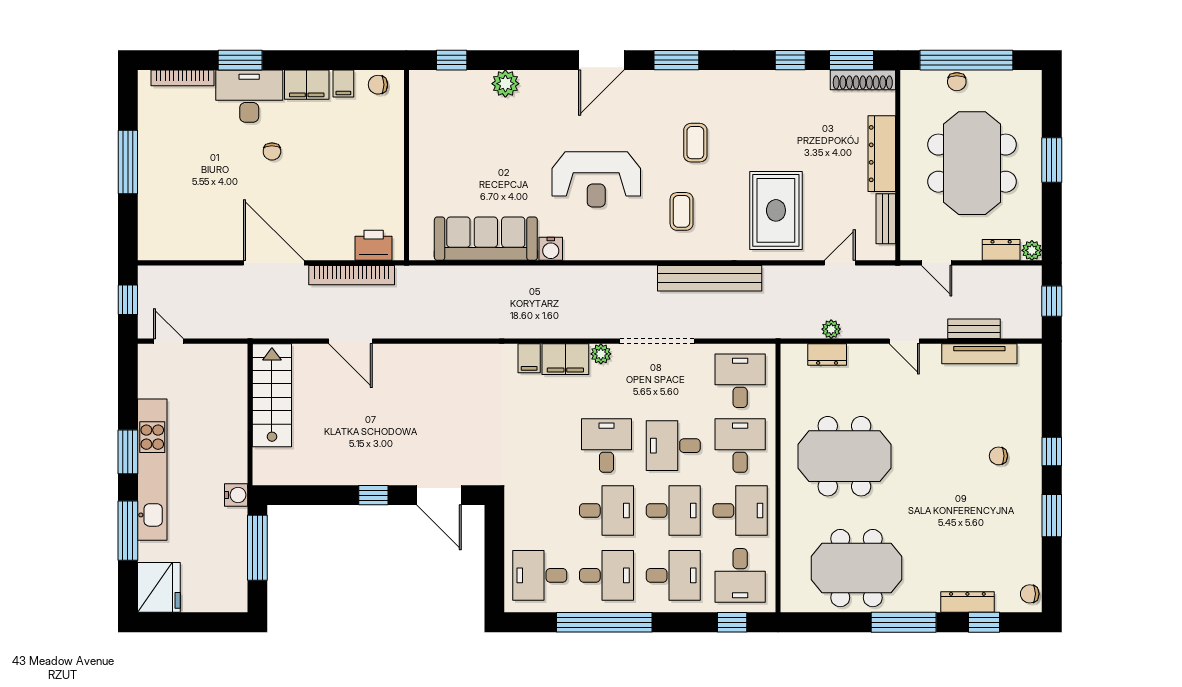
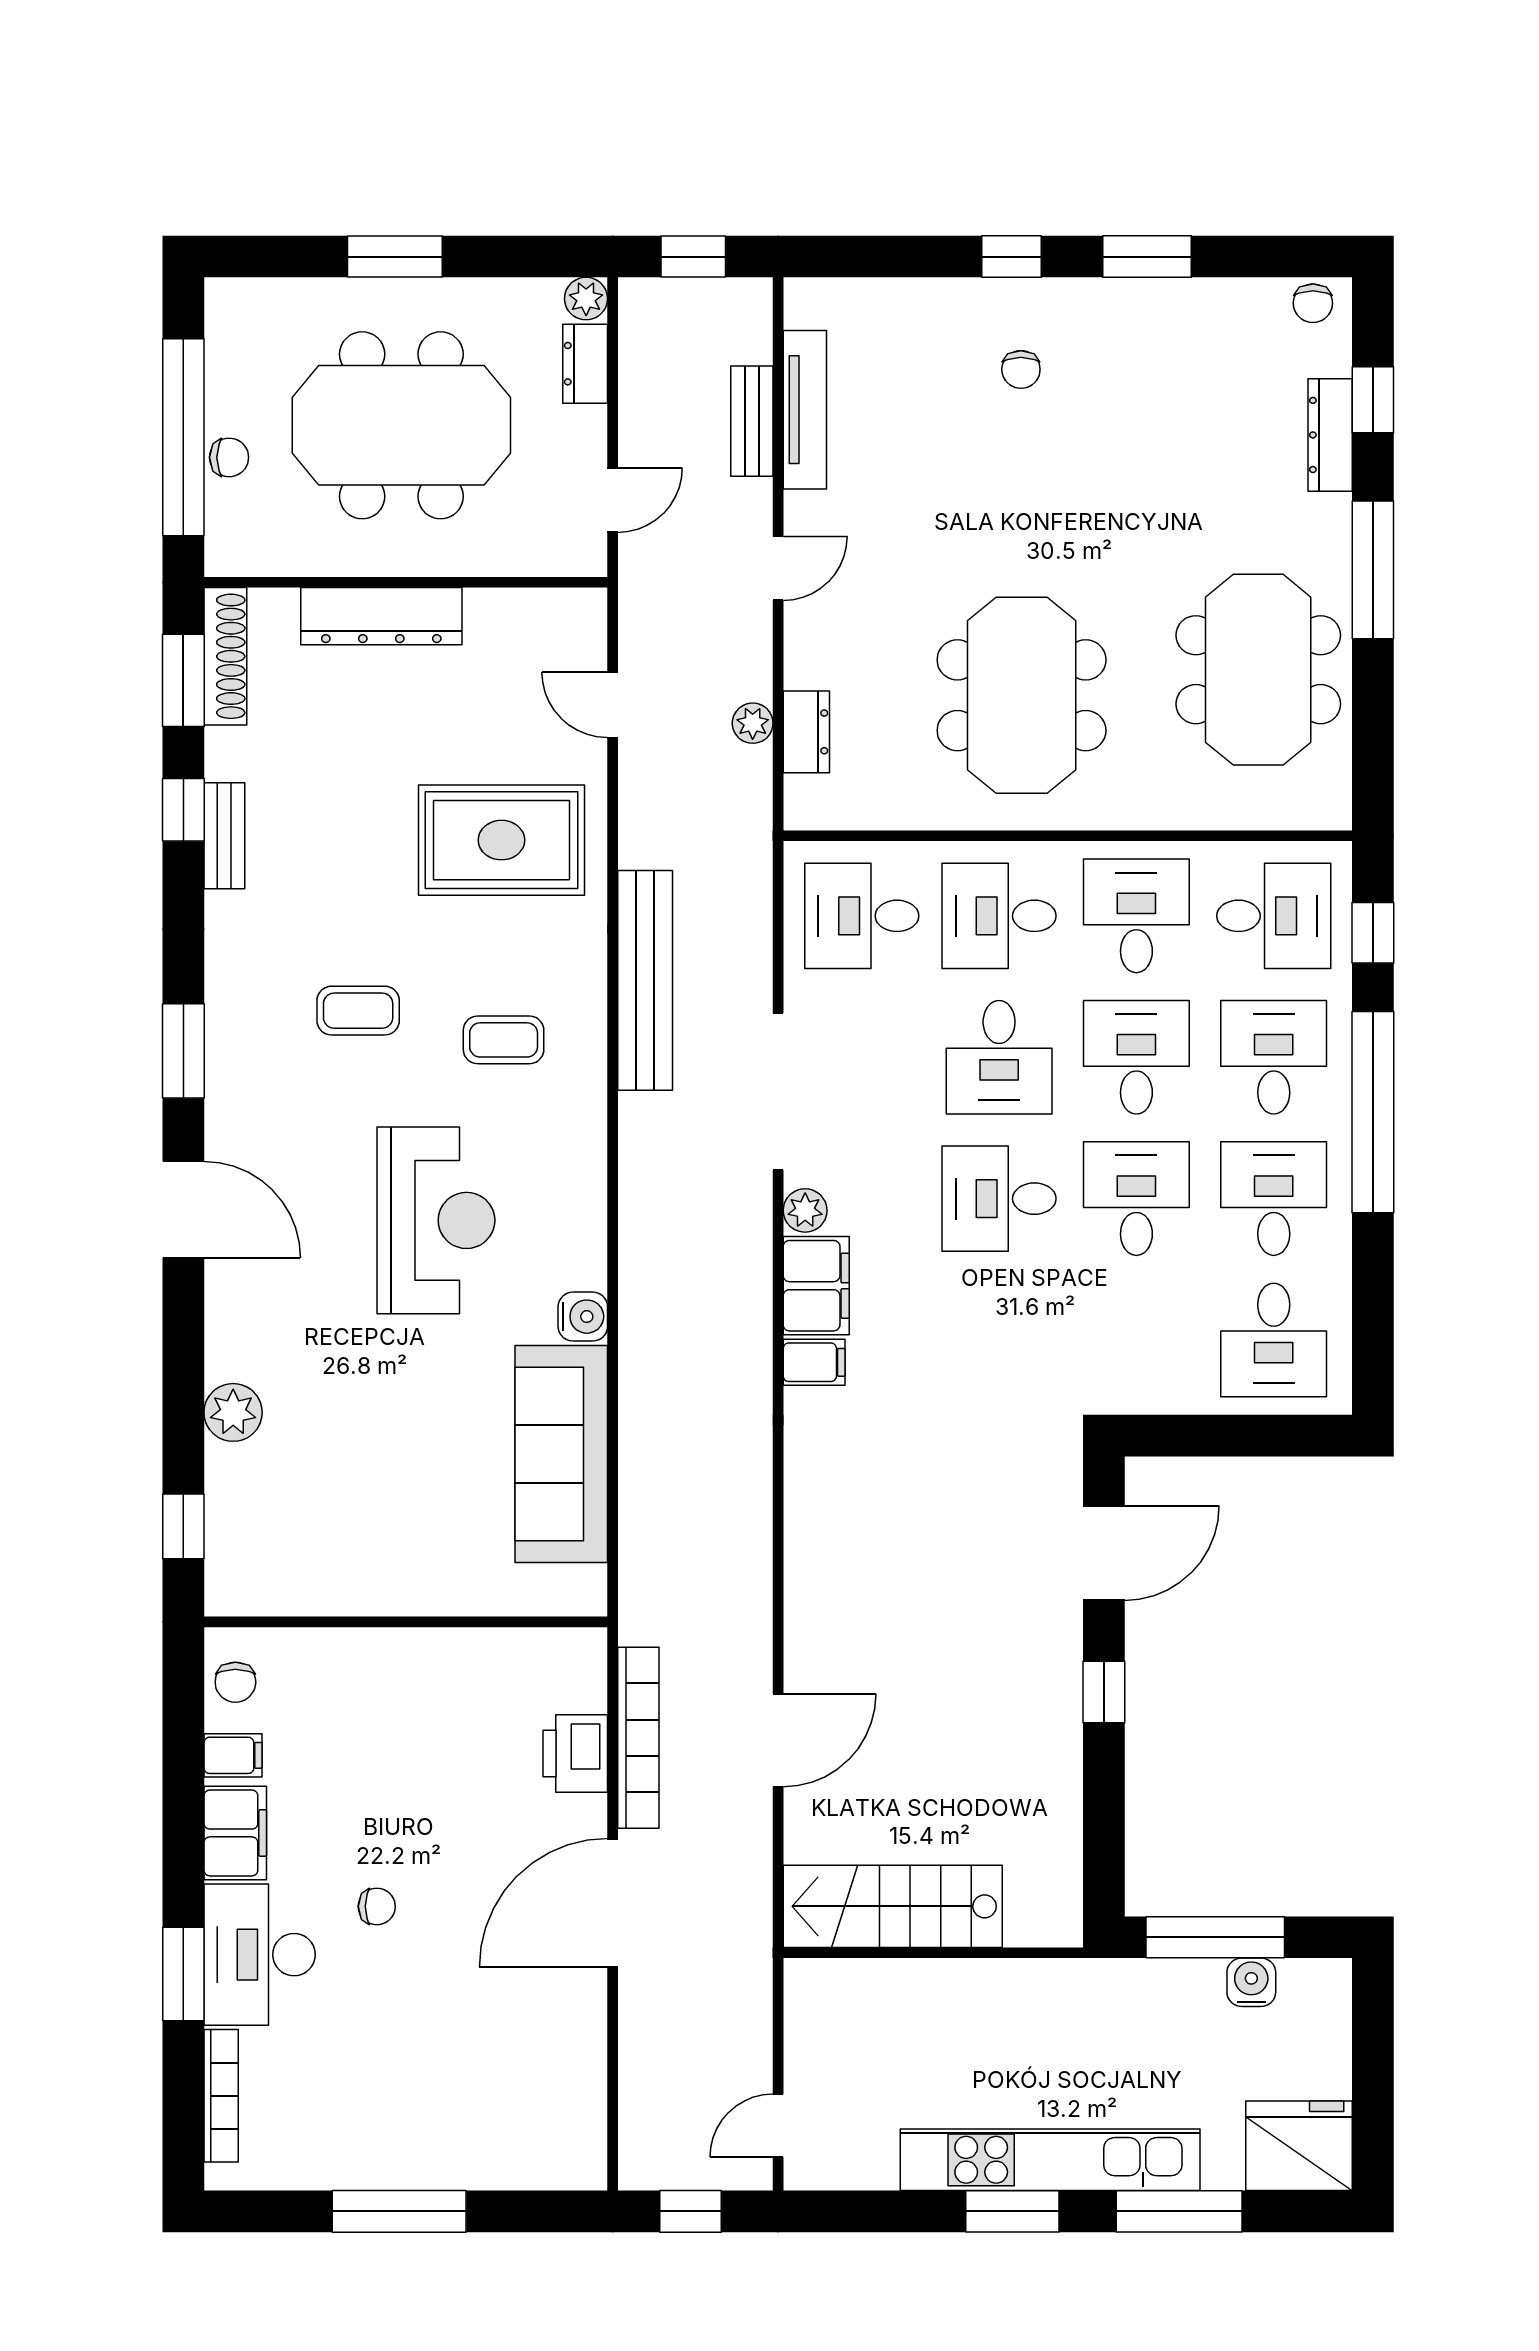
bench: (886, 219) -> (224, 836), moved, turned 90
printer: (374, 245) -> (575, 1754), moved
water cooler: (236, 495) -> (1251, 1982), moved
window: (604, 622) -> (1373, 1112), moved

